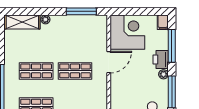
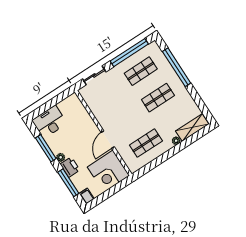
window: (81, 11) -> (153, 164), removed
shop shelf: (75, 71) -> (146, 143), moved

